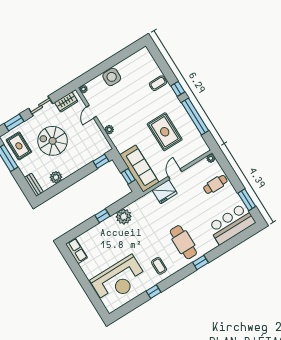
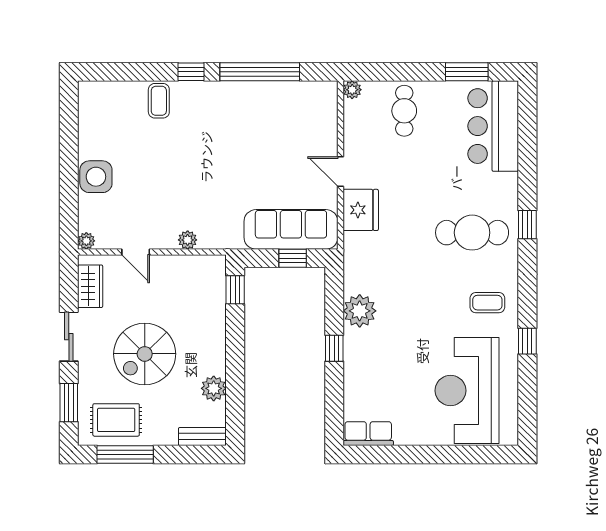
rug: (165, 132) -> (253, 143), removed
reception desk: (119, 280) -> (467, 391), turned 180

